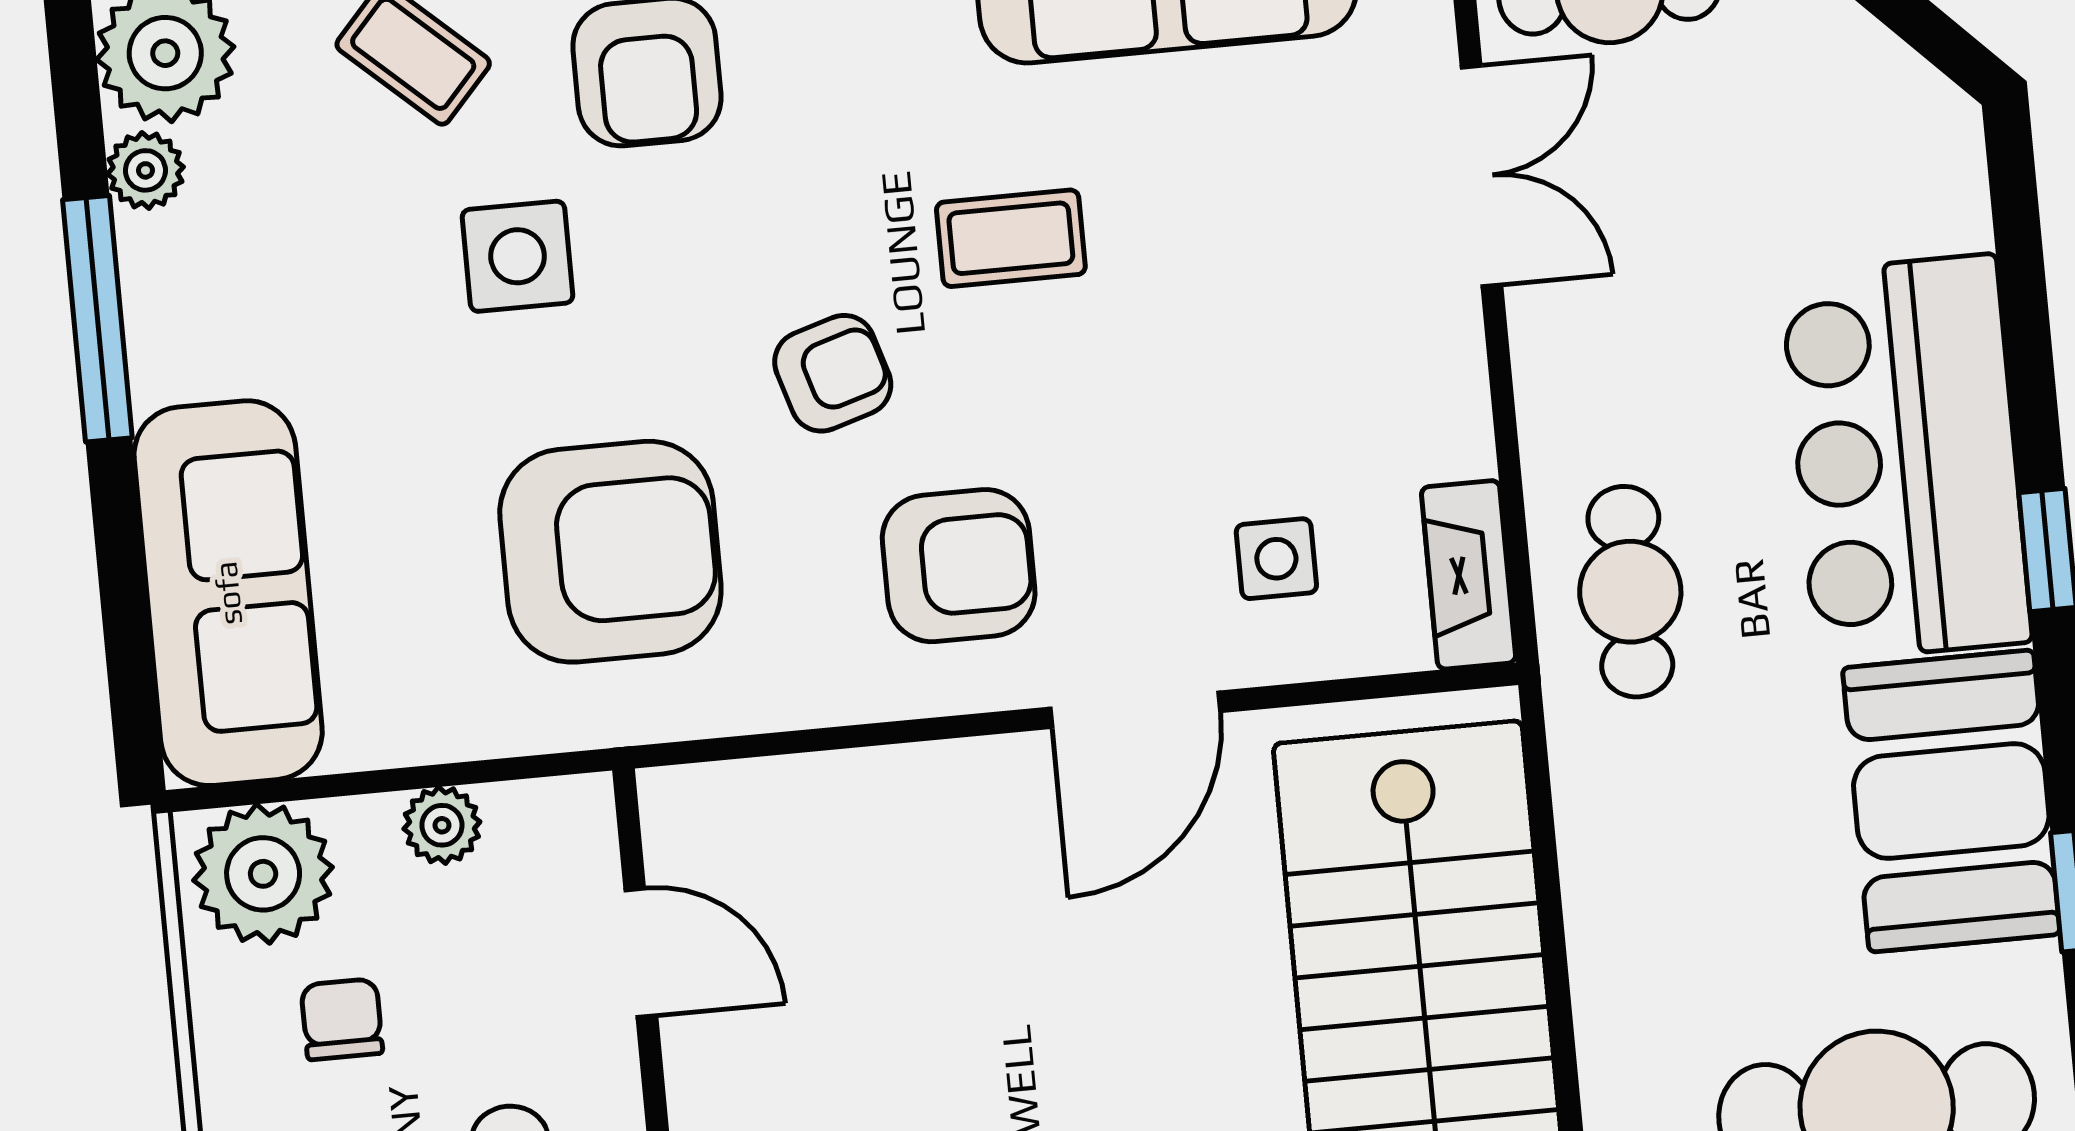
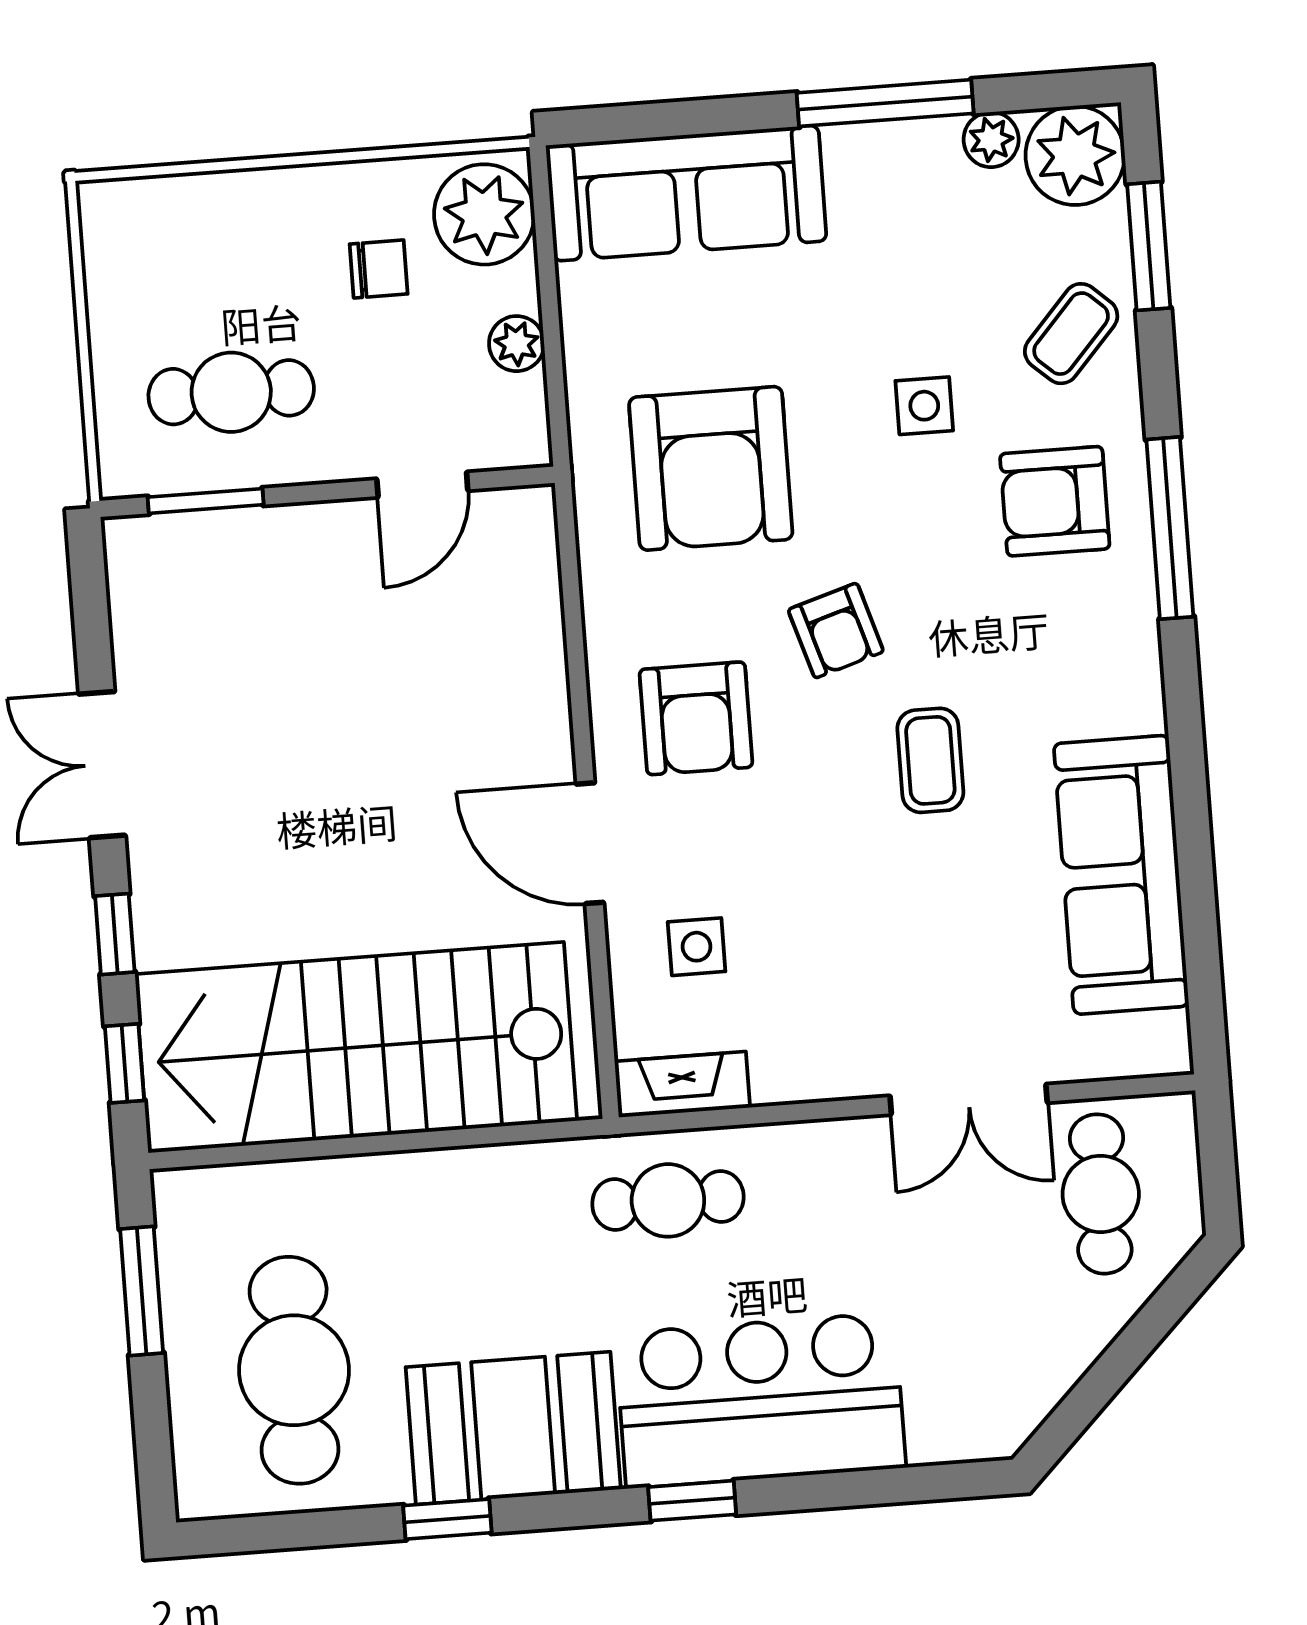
side table: (518, 256) -> (924, 406), width x0.73, depth x0.73

